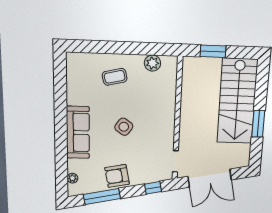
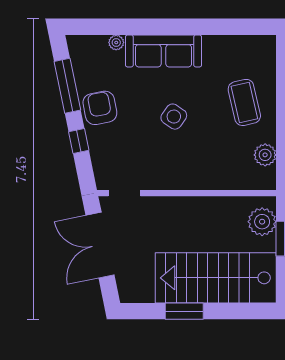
plant: (200, 67) -> (262, 222), added
coffee table: (115, 77) -> (244, 102), width x1.36, depth x1.30
plant: (72, 178) -> (116, 43), moved
window: (153, 188) -> (79, 141), moved

